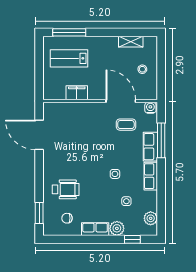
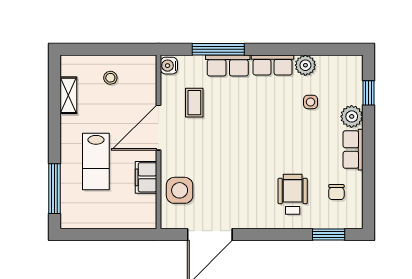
lab bench: (69, 58) -> (96, 161), moved
door: (121, 101) -> (159, 128), moved
side table: (115, 174) -> (180, 190), moved, width x1.87, depth x1.87
plant: (151, 218) -> (305, 65), moved

